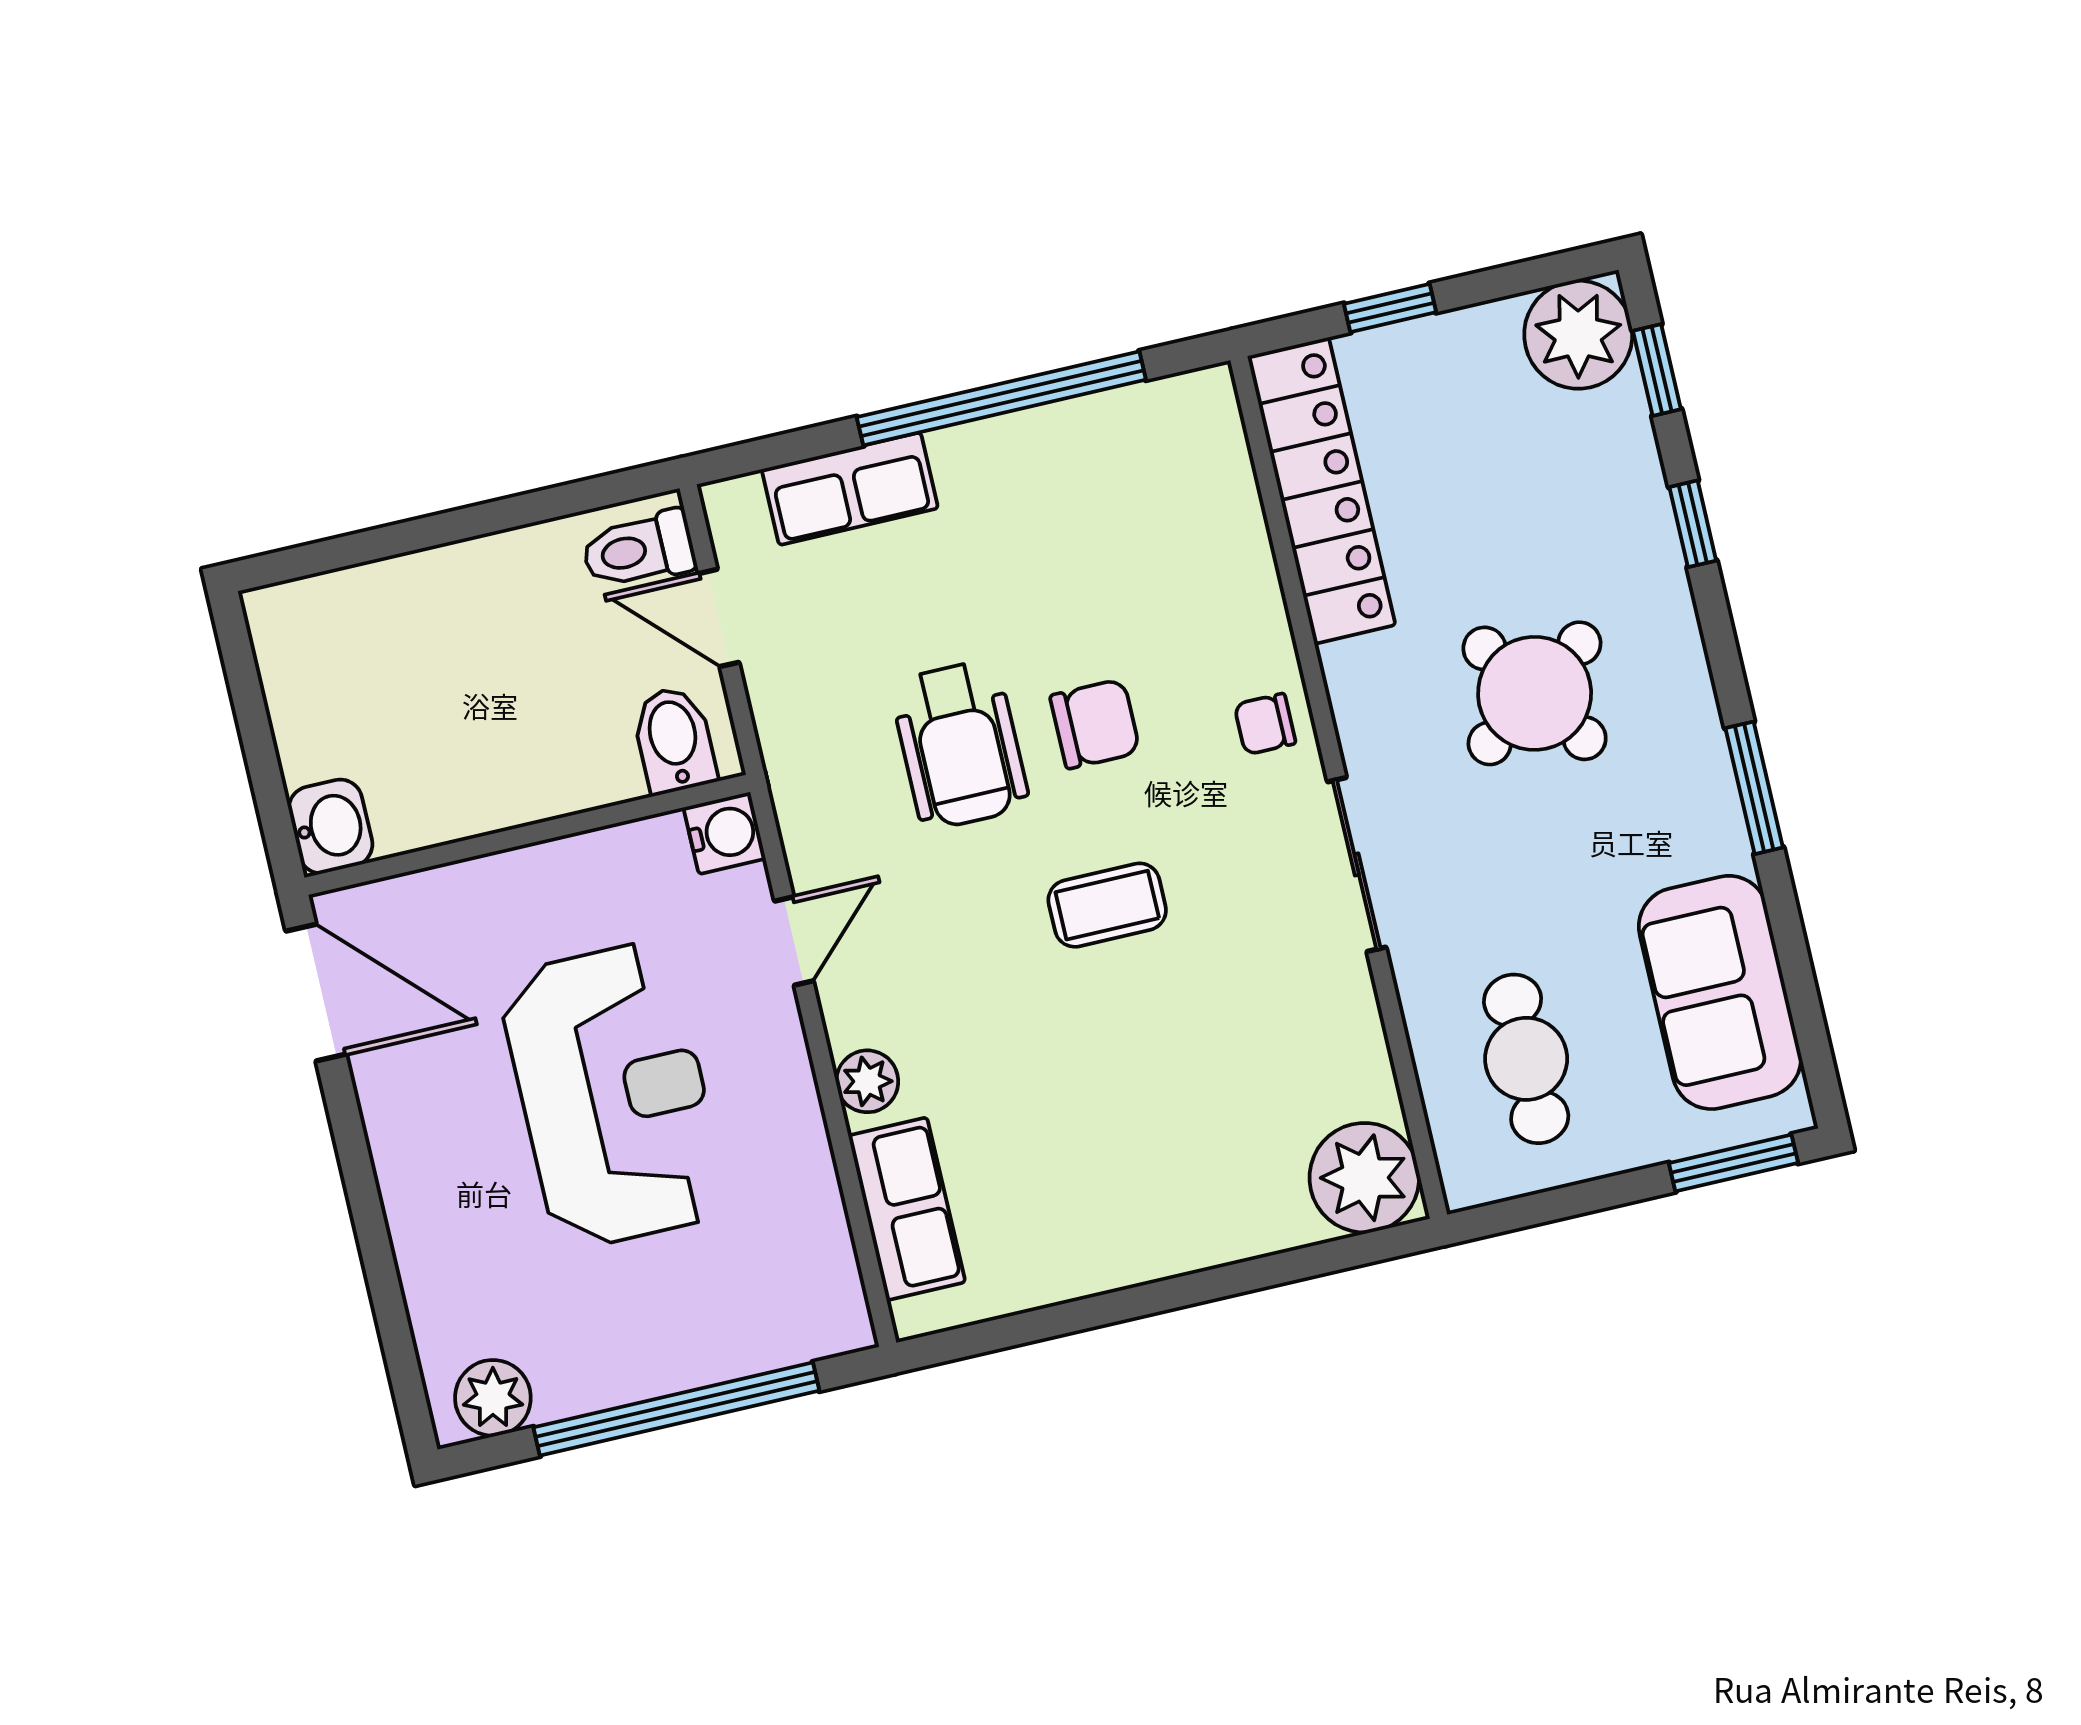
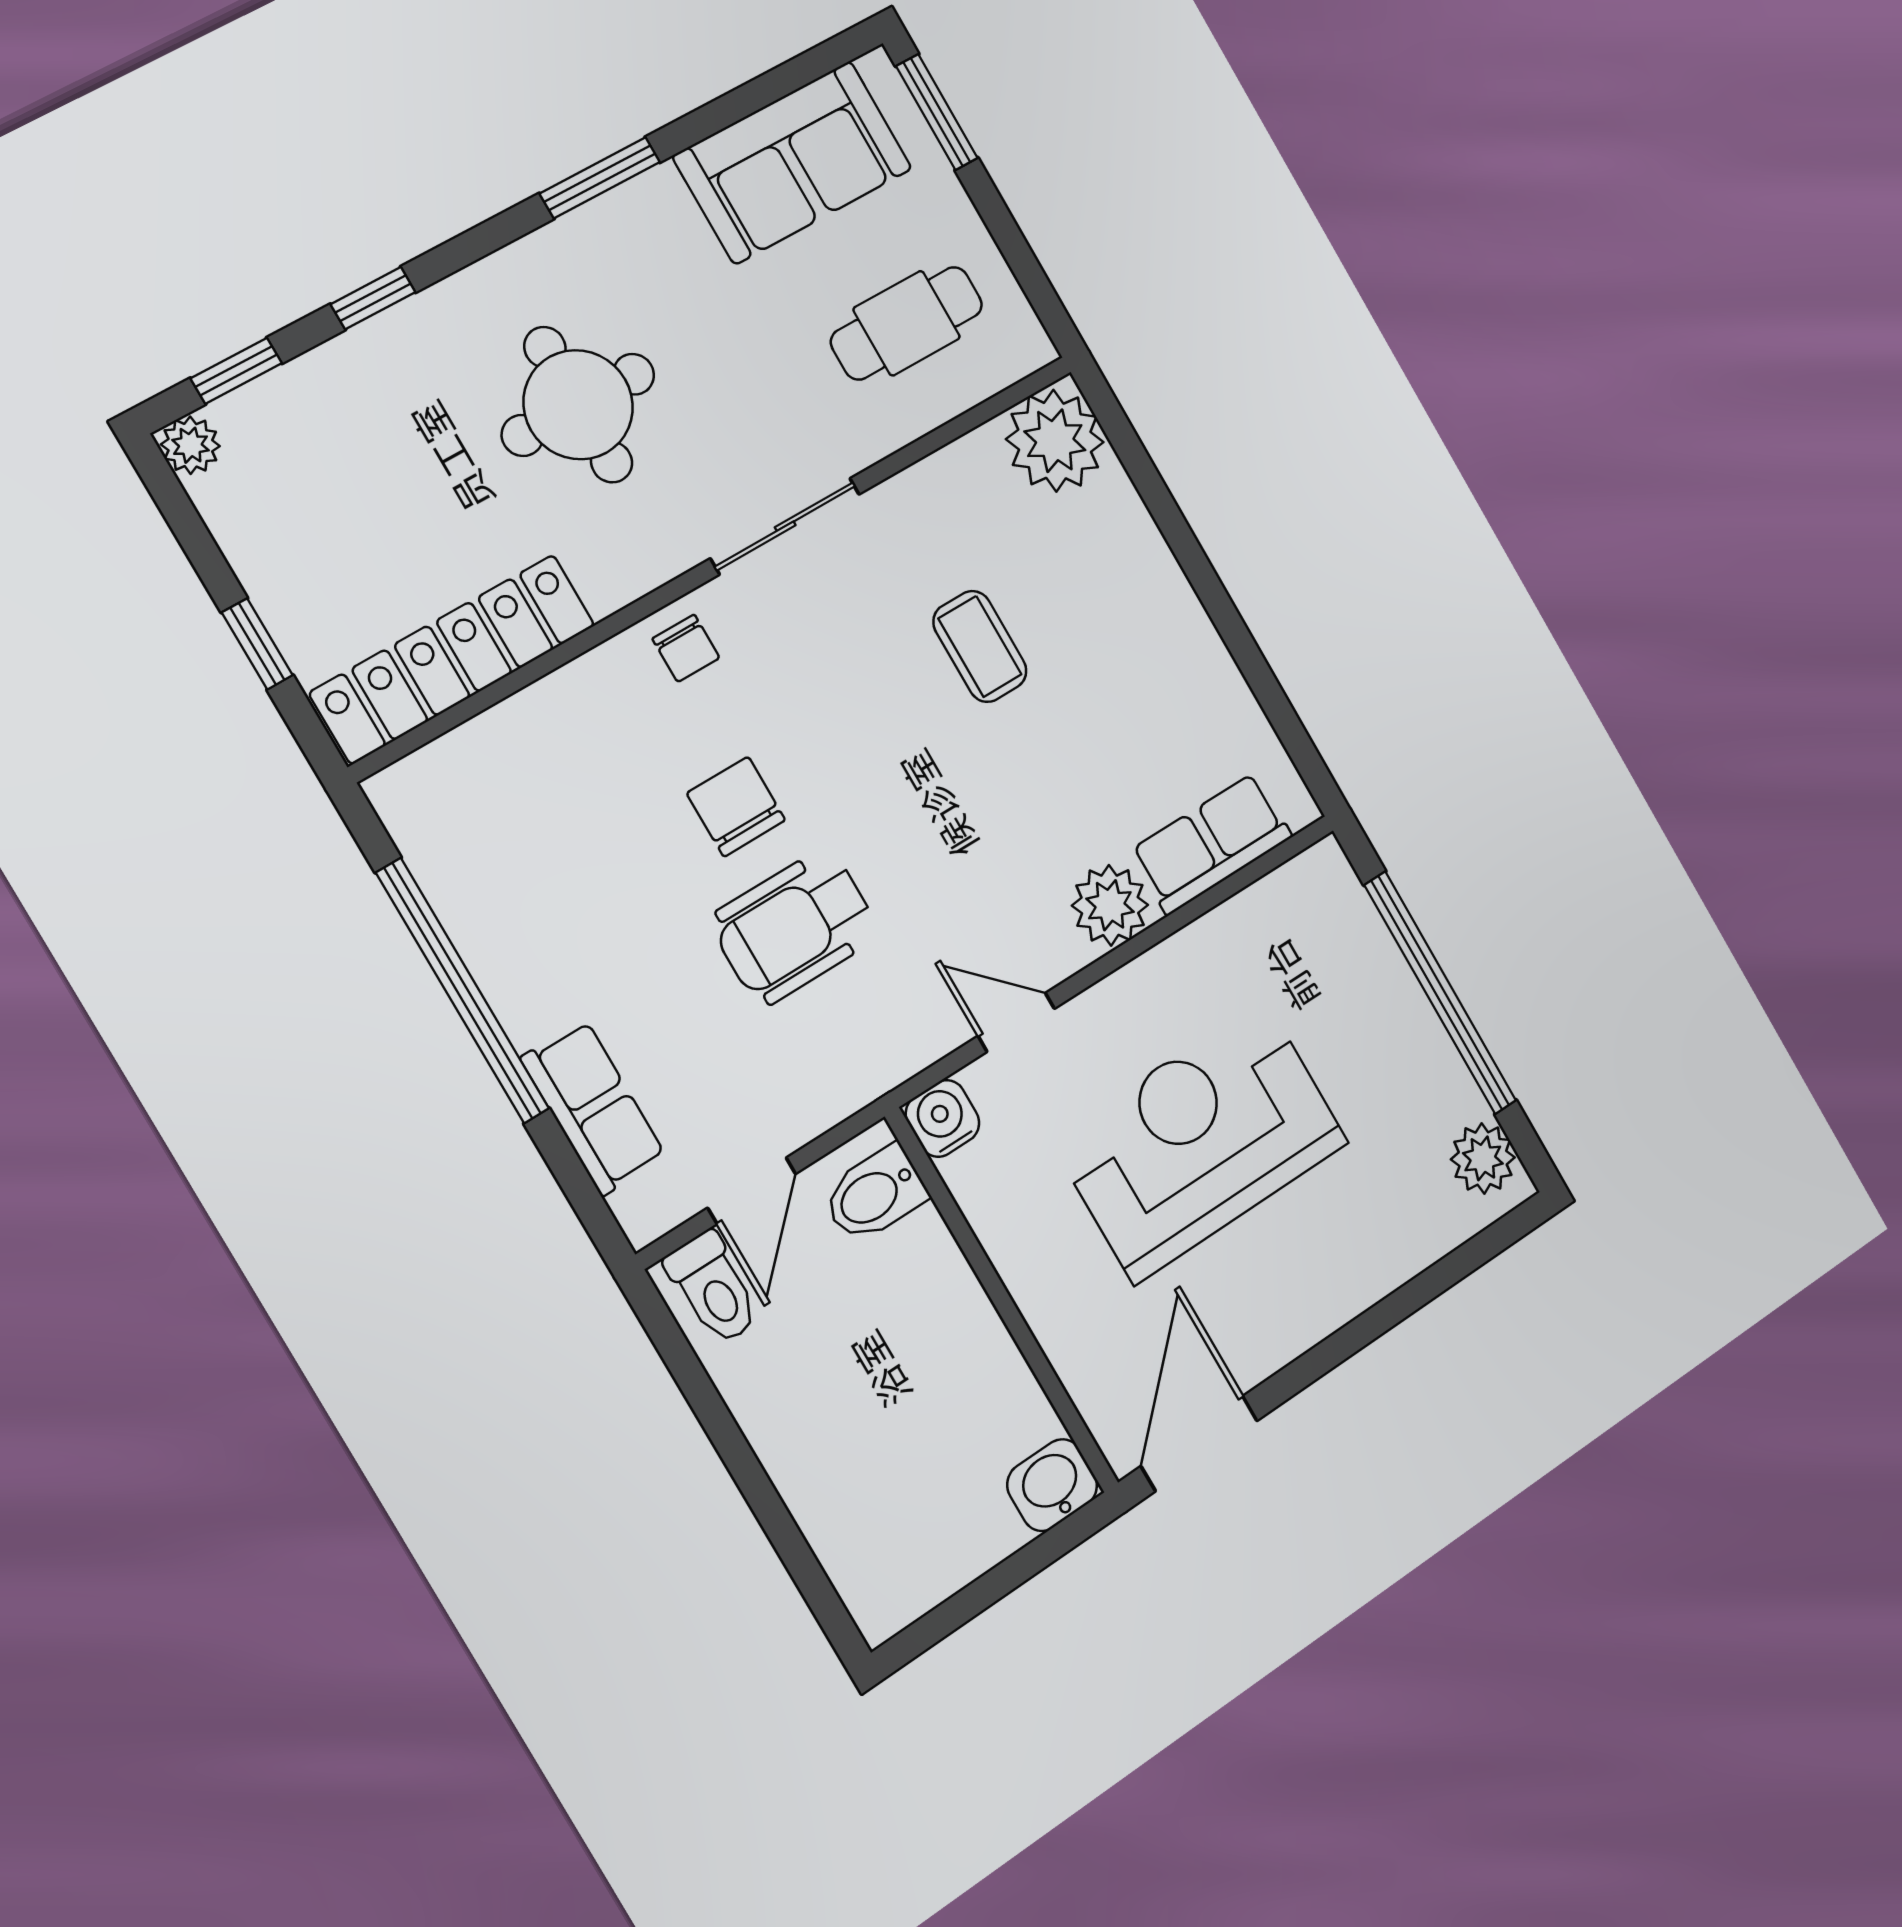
plant: (1578, 335) -> (190, 445), width x0.53, depth x0.53
round table: (1535, 693) -> (578, 405), turned 35
wheelchair: (960, 745) -> (795, 927), turned 180
coffee table: (1107, 905) -> (980, 646), moved
plant: (867, 1081) -> (1110, 905), width x1.38, depth x1.38

